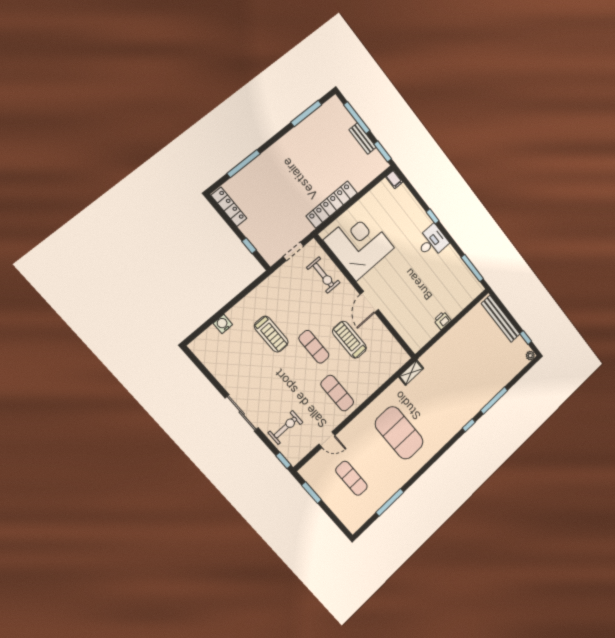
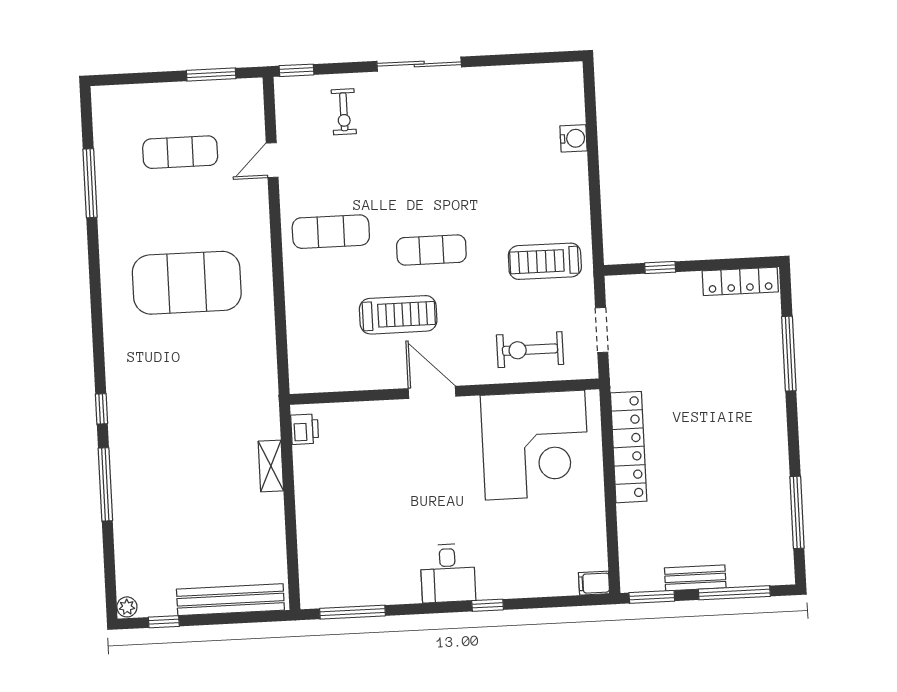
printer: (442, 320) -> (305, 429), moved
treadmill: (271, 334) -> (545, 261), moved
shelving: (411, 373) -> (271, 466), moved
exercise bike: (285, 427) -> (344, 112), width x0.73, depth x0.72

